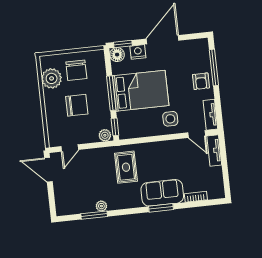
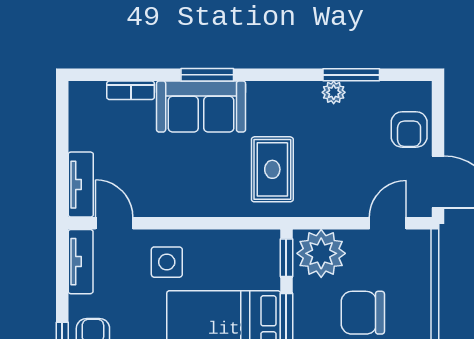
plant: (105, 135) -> (321, 253), width x1.87, depth x1.87
armchair: (64, 193) -> (409, 129), added

